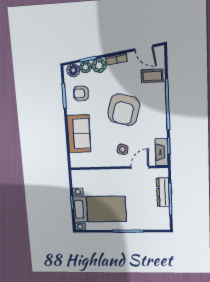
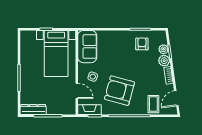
floor lamp: (73, 70) -> (161, 39), removed
armchair: (124, 110) -> (119, 91), moved
sofa: (79, 134) -> (87, 47), moved, turned -90
dresser: (163, 192) -> (33, 110), moved
bed with nightstands: (99, 209) -> (56, 53), moved

